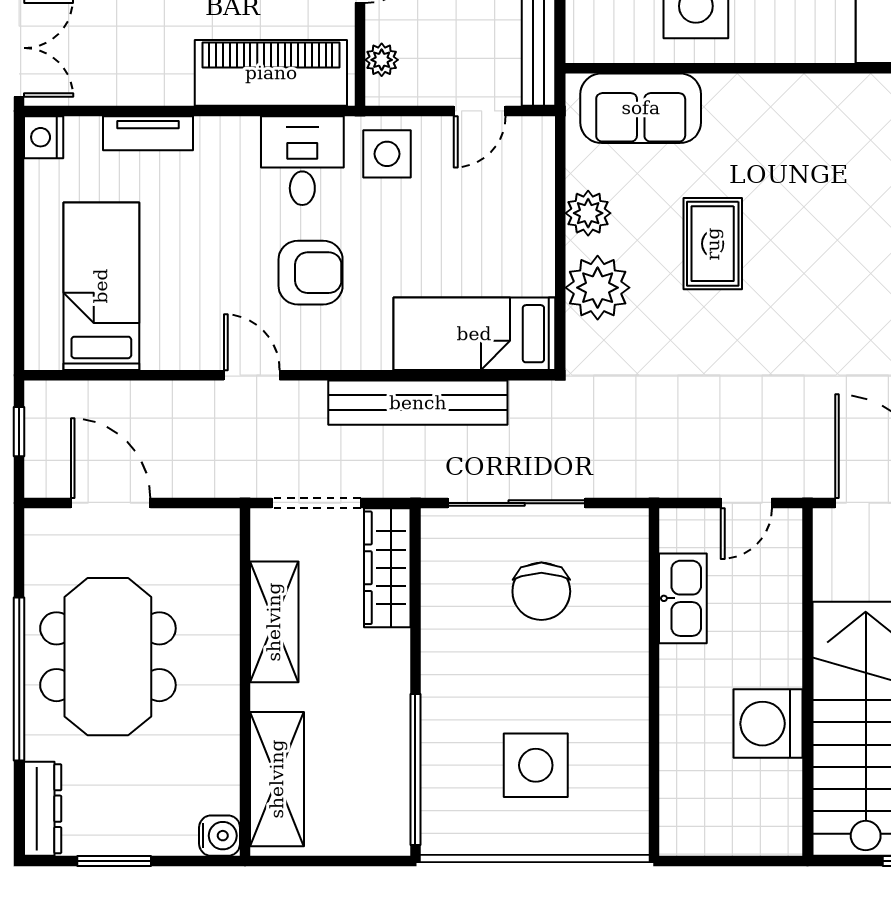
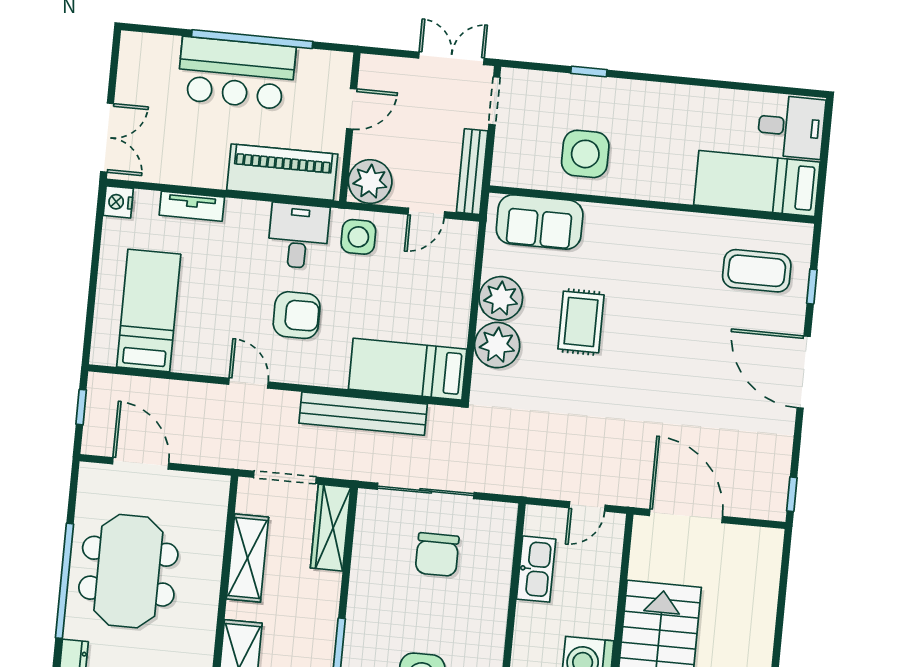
plant: (382, 60) -> (370, 182), width x1.88, depth x1.88
plant: (588, 213) -> (501, 298), width x1.36, depth x1.36

